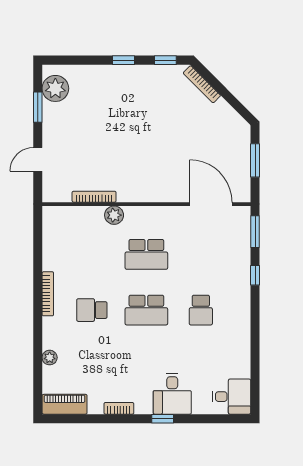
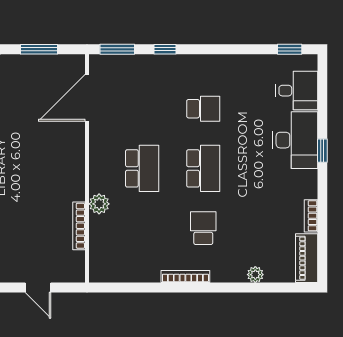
school desk: (92, 310) -> (203, 228), turned 180
window: (255, 389) -> (290, 49), added
desk: (172, 394) -> (295, 140), width x1.37
desk: (232, 397) -> (297, 91), moved, turned 90
bookcase: (119, 408) -> (311, 216), moved

